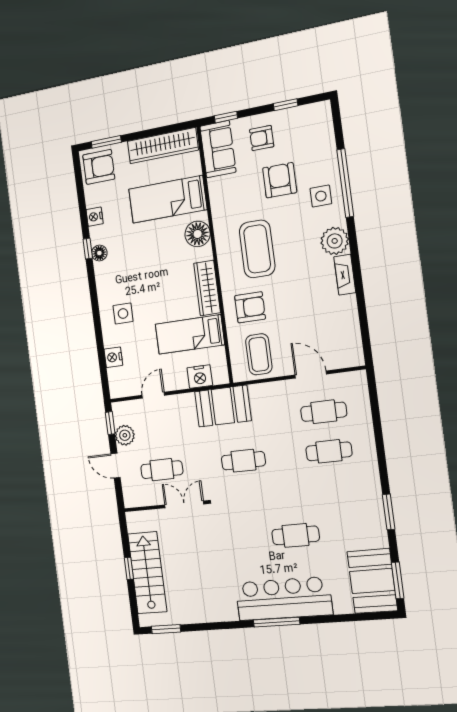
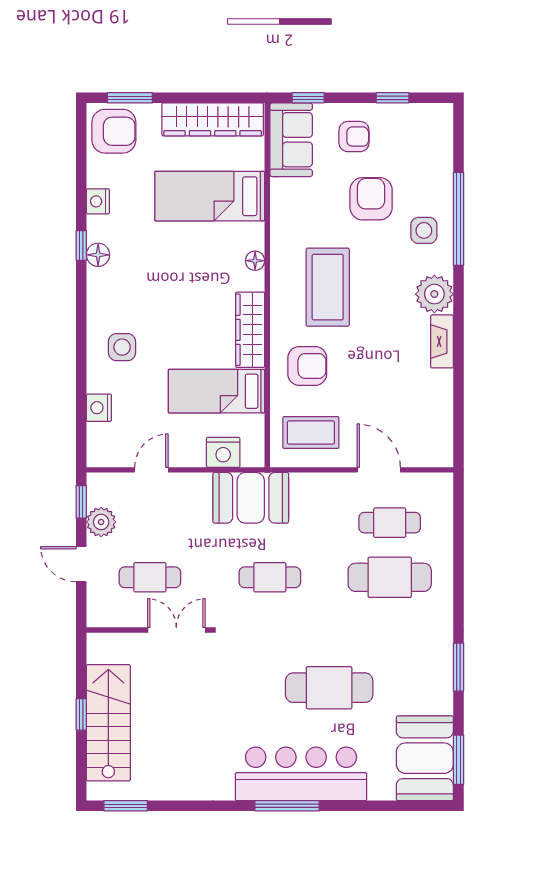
armchair: (262, 138) -> (354, 137), turned 180
floor lamp: (198, 234) -> (255, 261), width x0.53, depth x0.53
coffee table: (259, 354) -> (311, 432), turned 90
cafe table: (329, 451) -> (390, 577), width x1.37, depth x1.35
cafe table: (296, 535) -> (329, 688), width x1.37, depth x1.35

